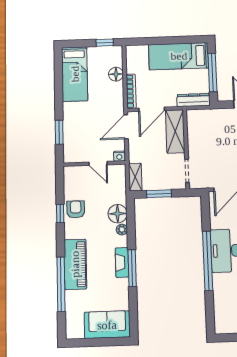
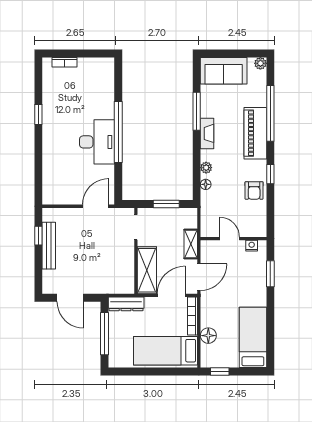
bed: (179, 56) -> (165, 351), moved, turned 180
nightstand: (119, 156) -> (252, 246), moved
shelving: (135, 177) -> (191, 244), moved
window: (60, 213) -> (270, 174), moved
floor lamp: (118, 214) -> (206, 184), width x0.53, depth x0.53
window: (132, 268) -> (197, 111), moved
plant: (71, 333) -> (260, 63), added

